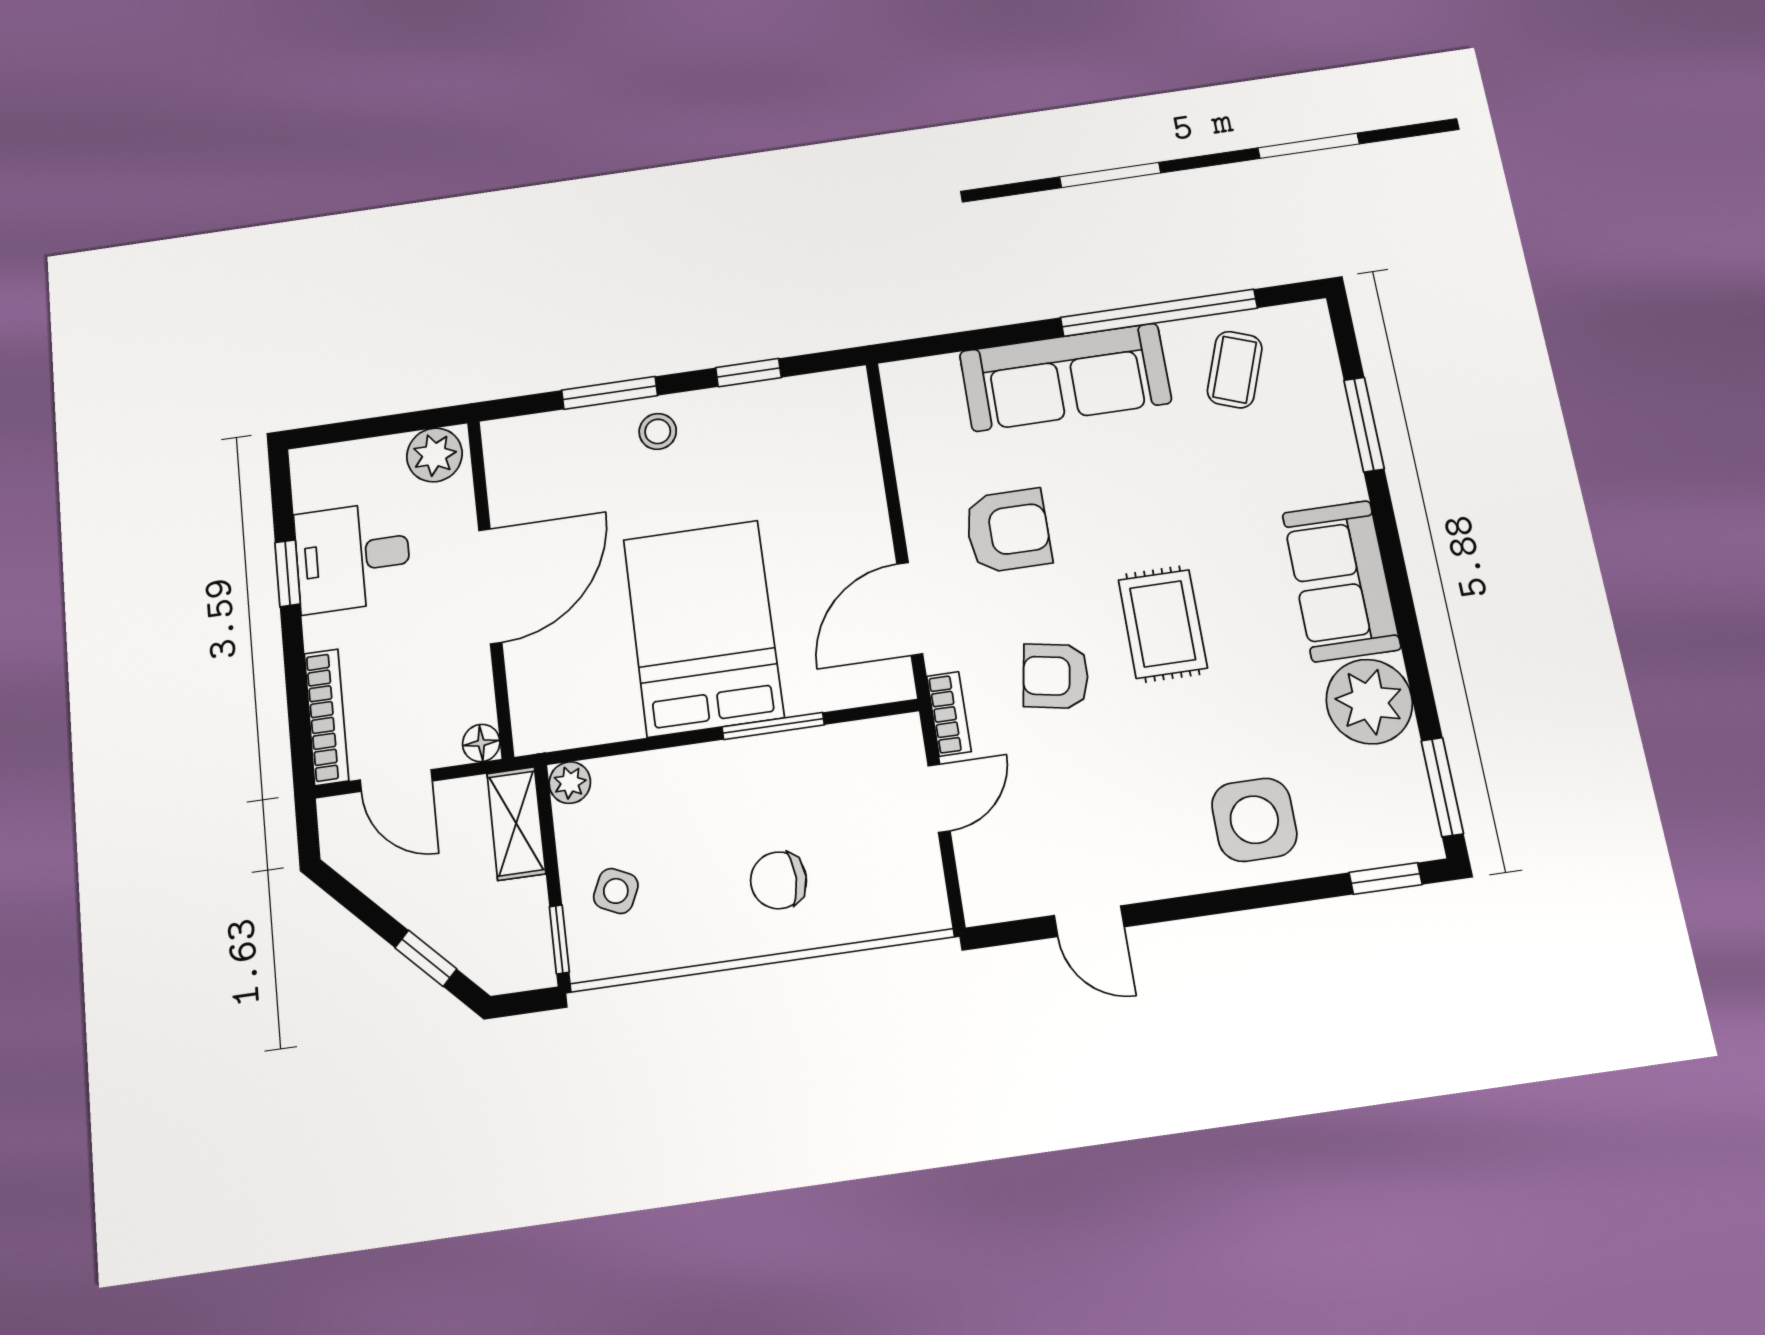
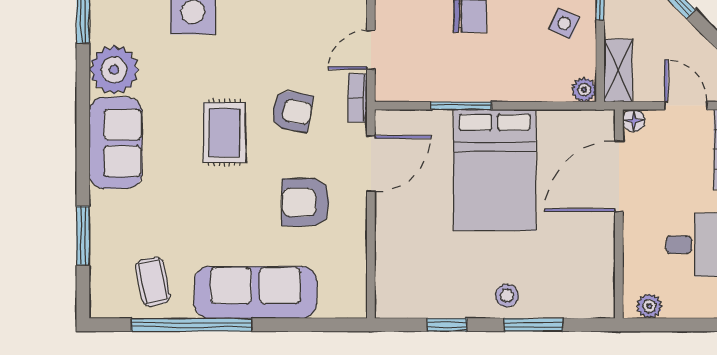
coffee table: (1235, 370) -> (153, 282), turned -31
plant: (434, 455) -> (649, 306), width x0.73, depth x0.73
door: (490, 586) -> (619, 176), moved

